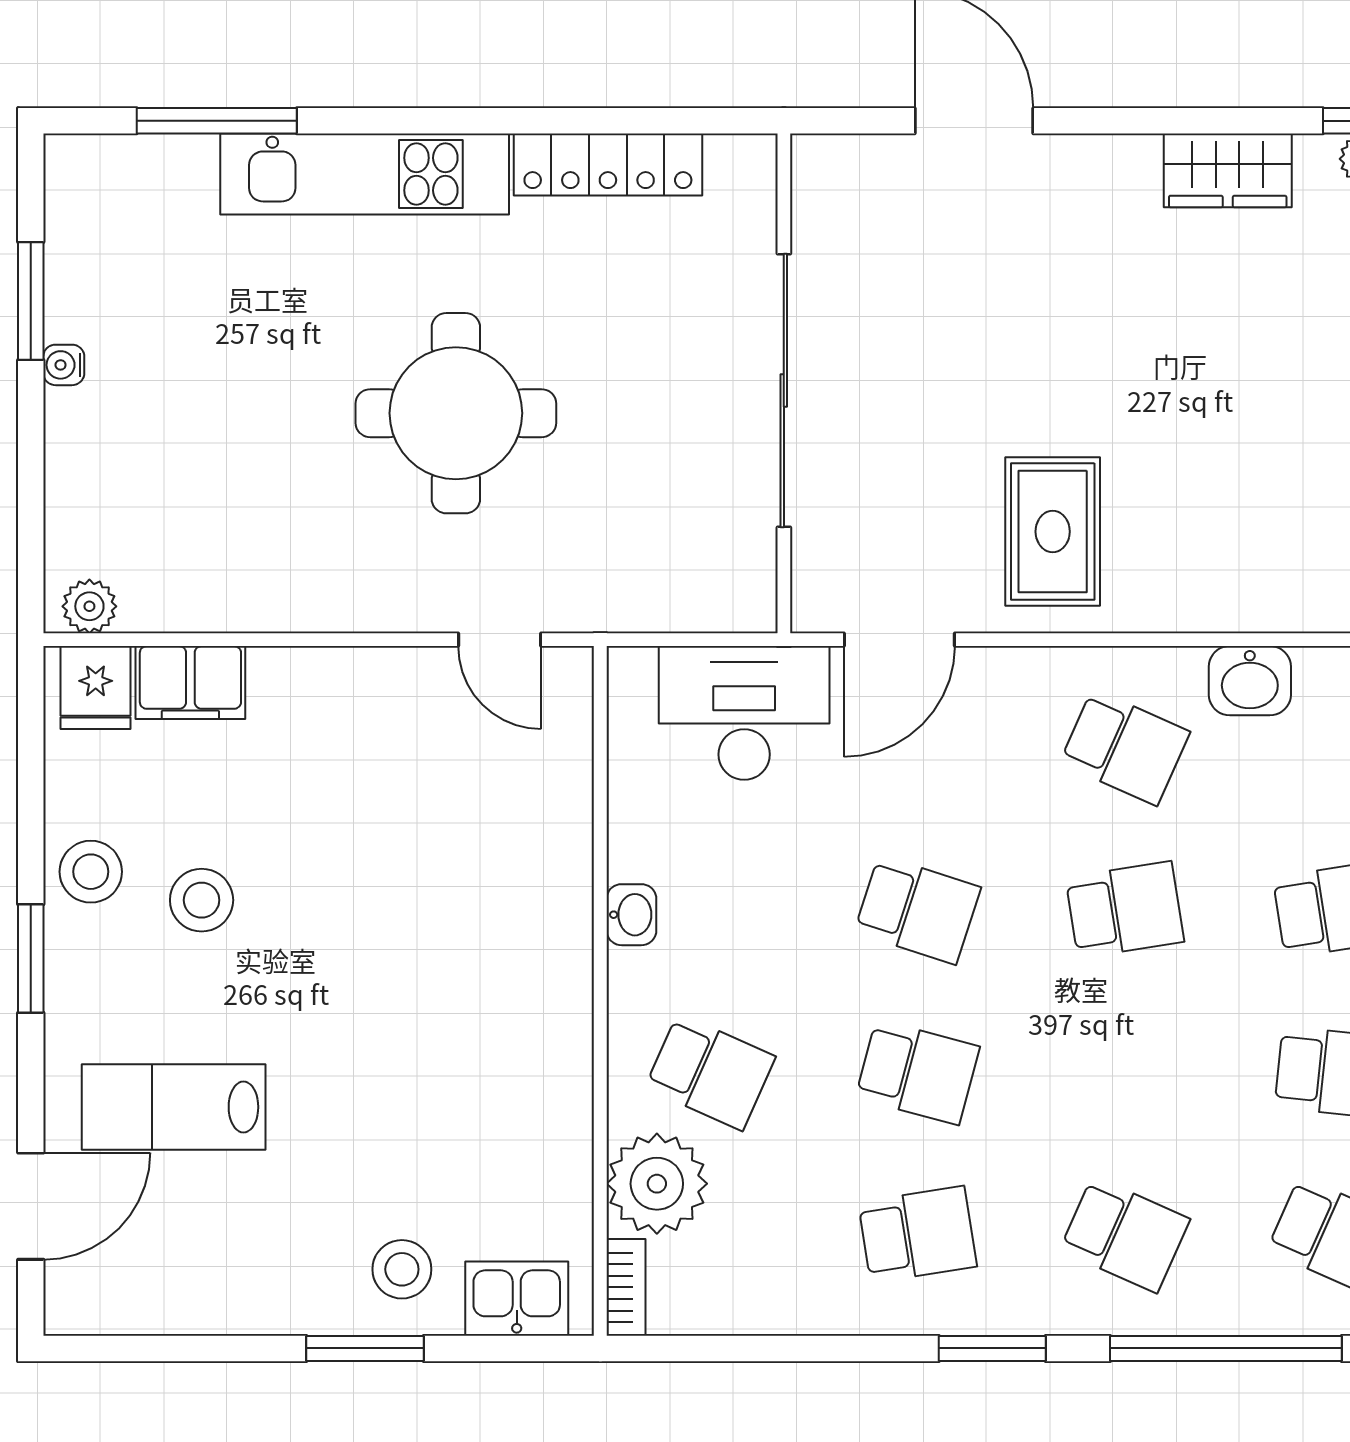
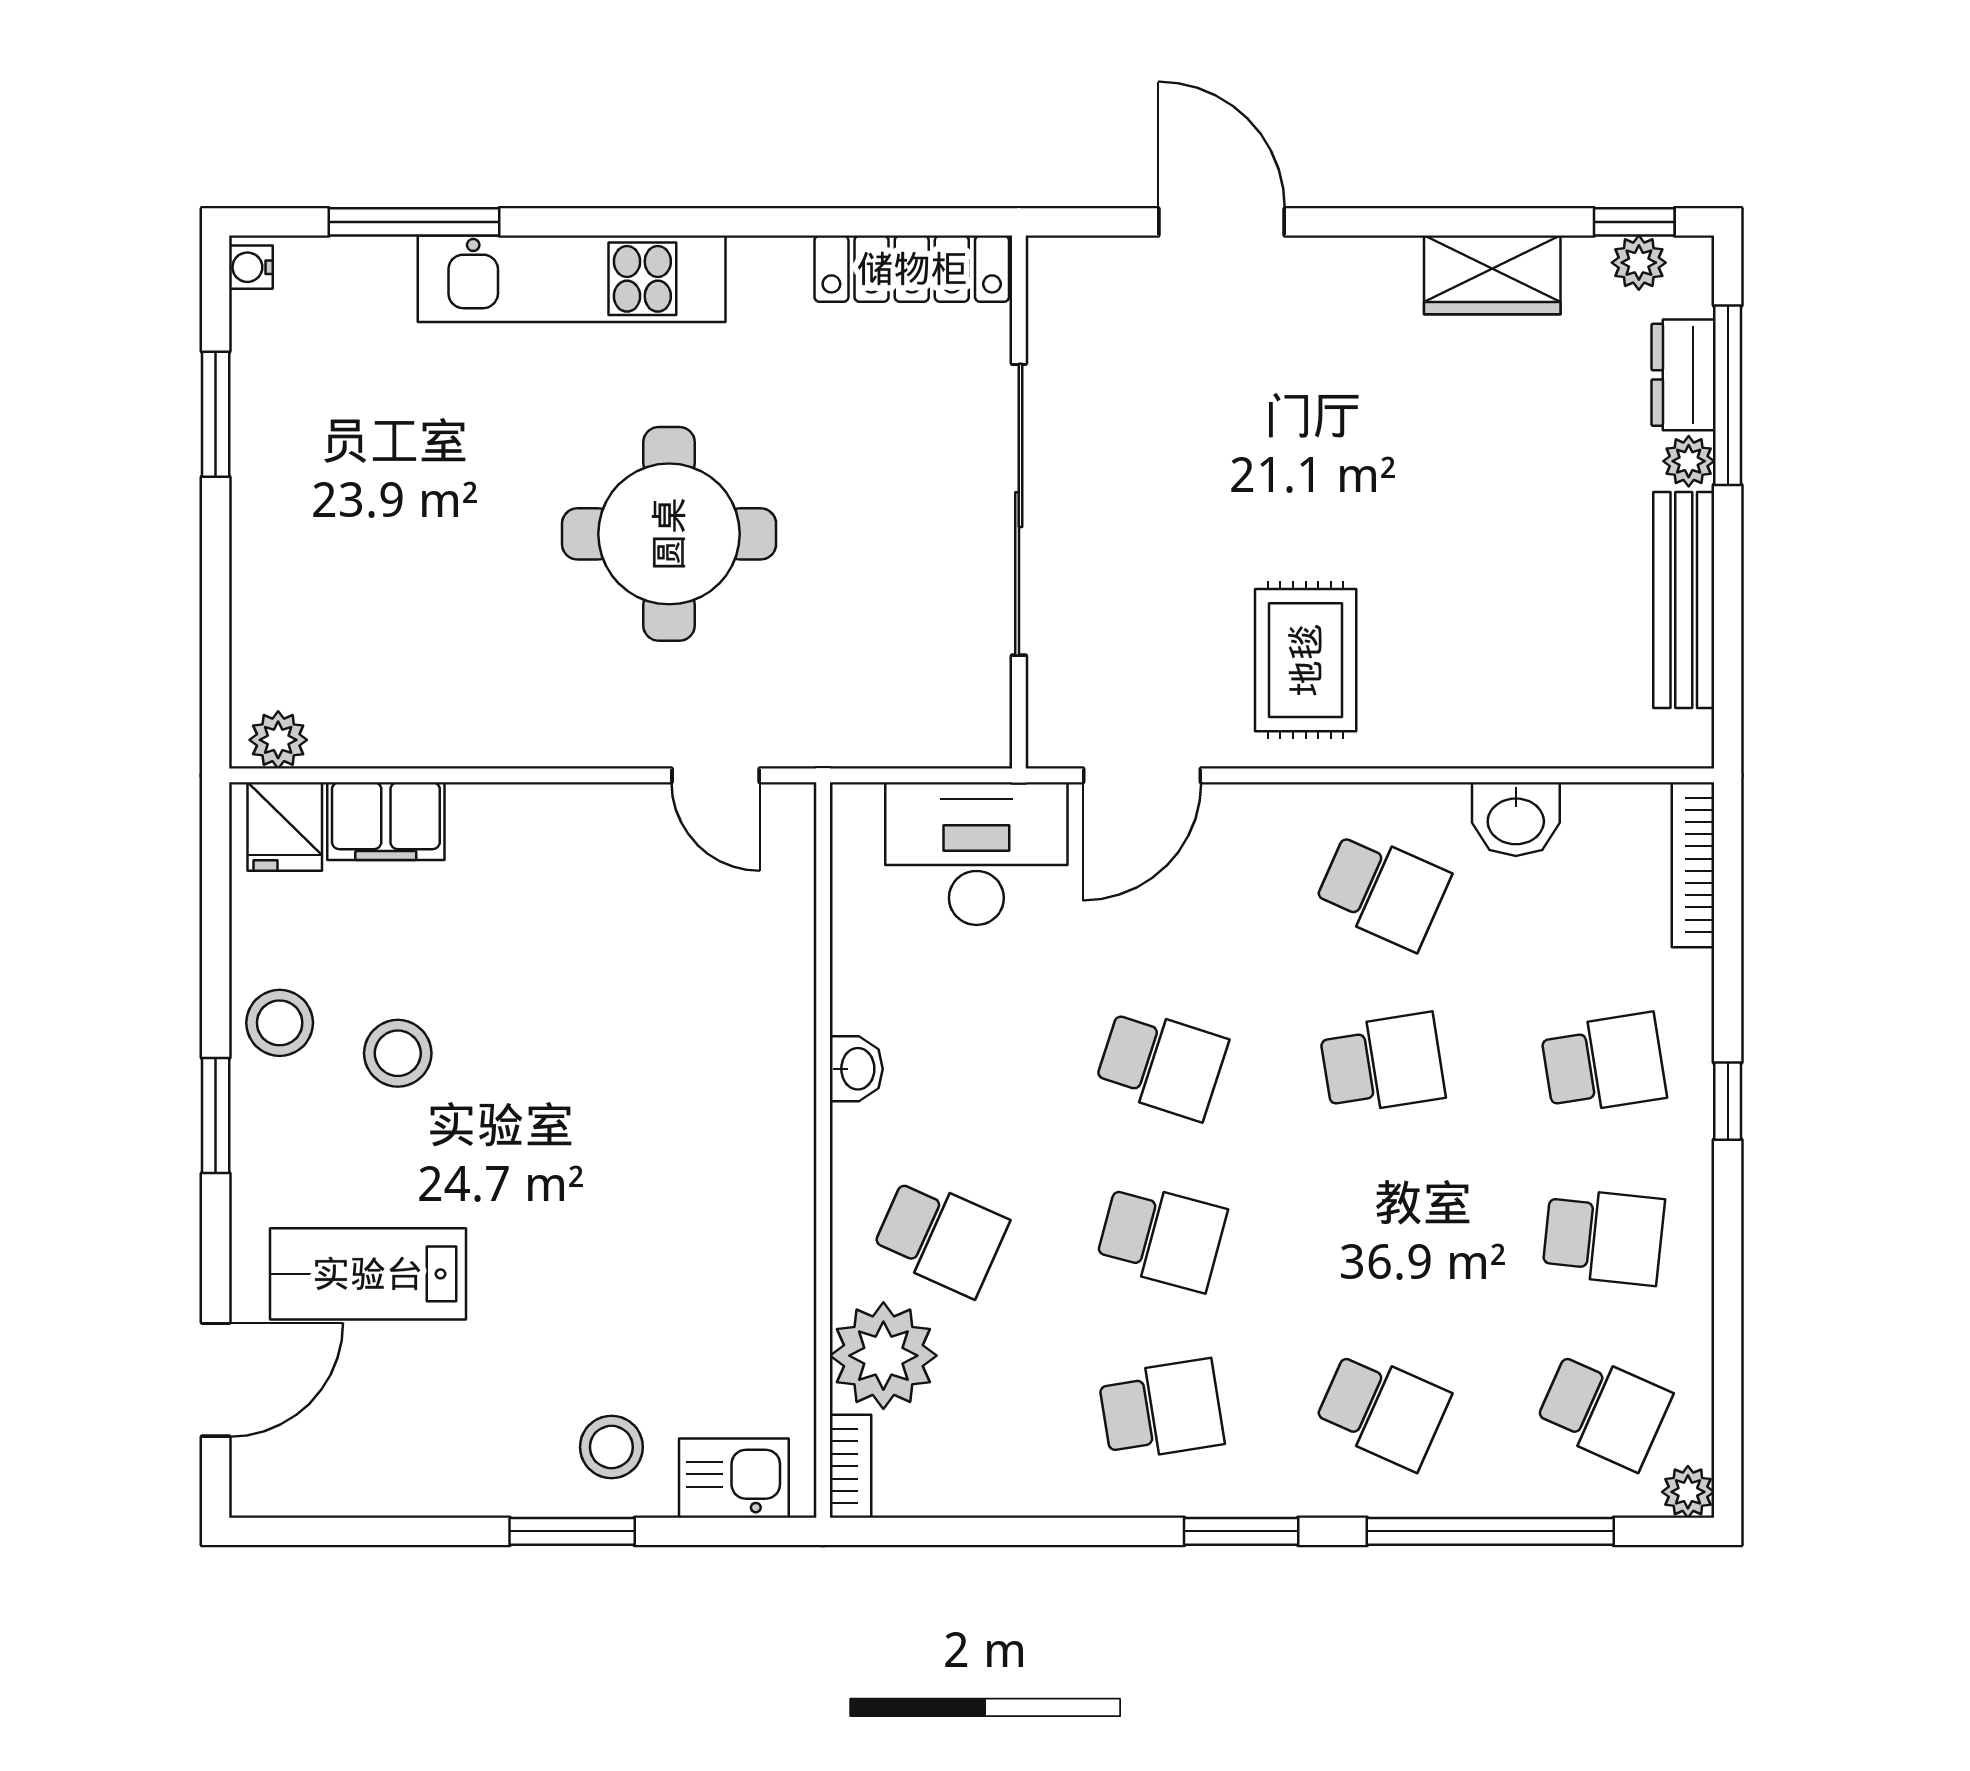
locker: (608, 165) -> (912, 269), moved
water cooler: (64, 365) -> (251, 267), moved

